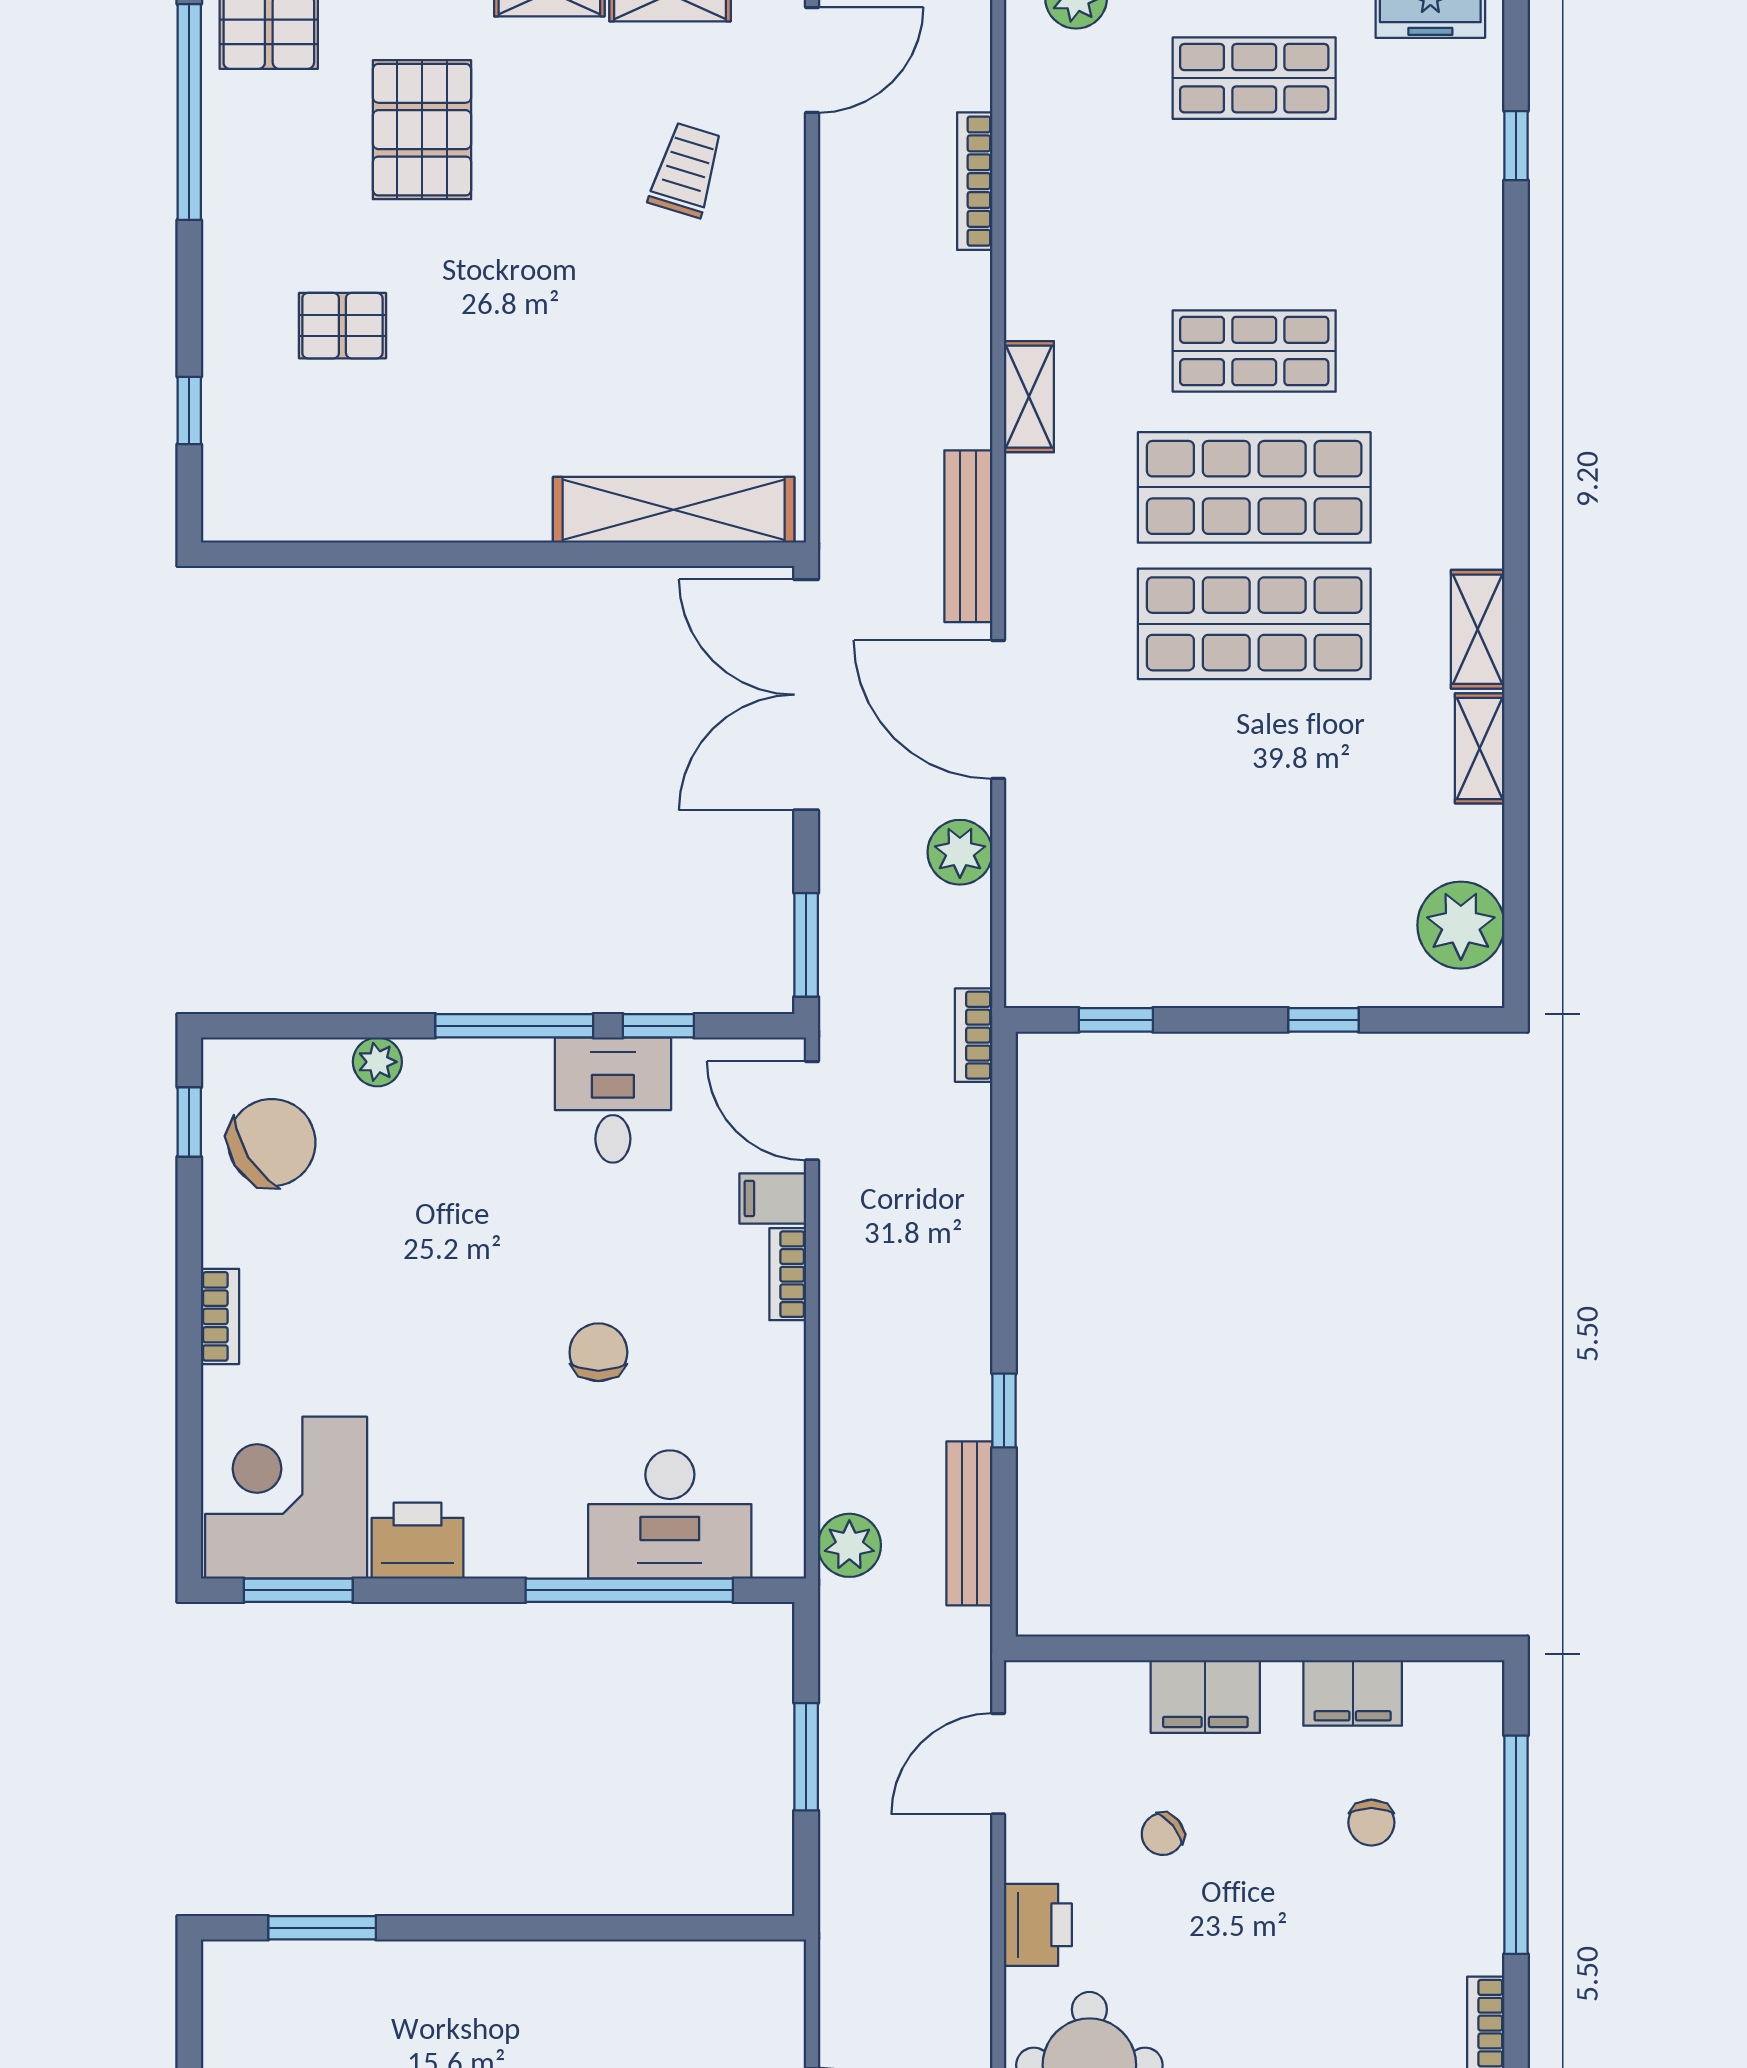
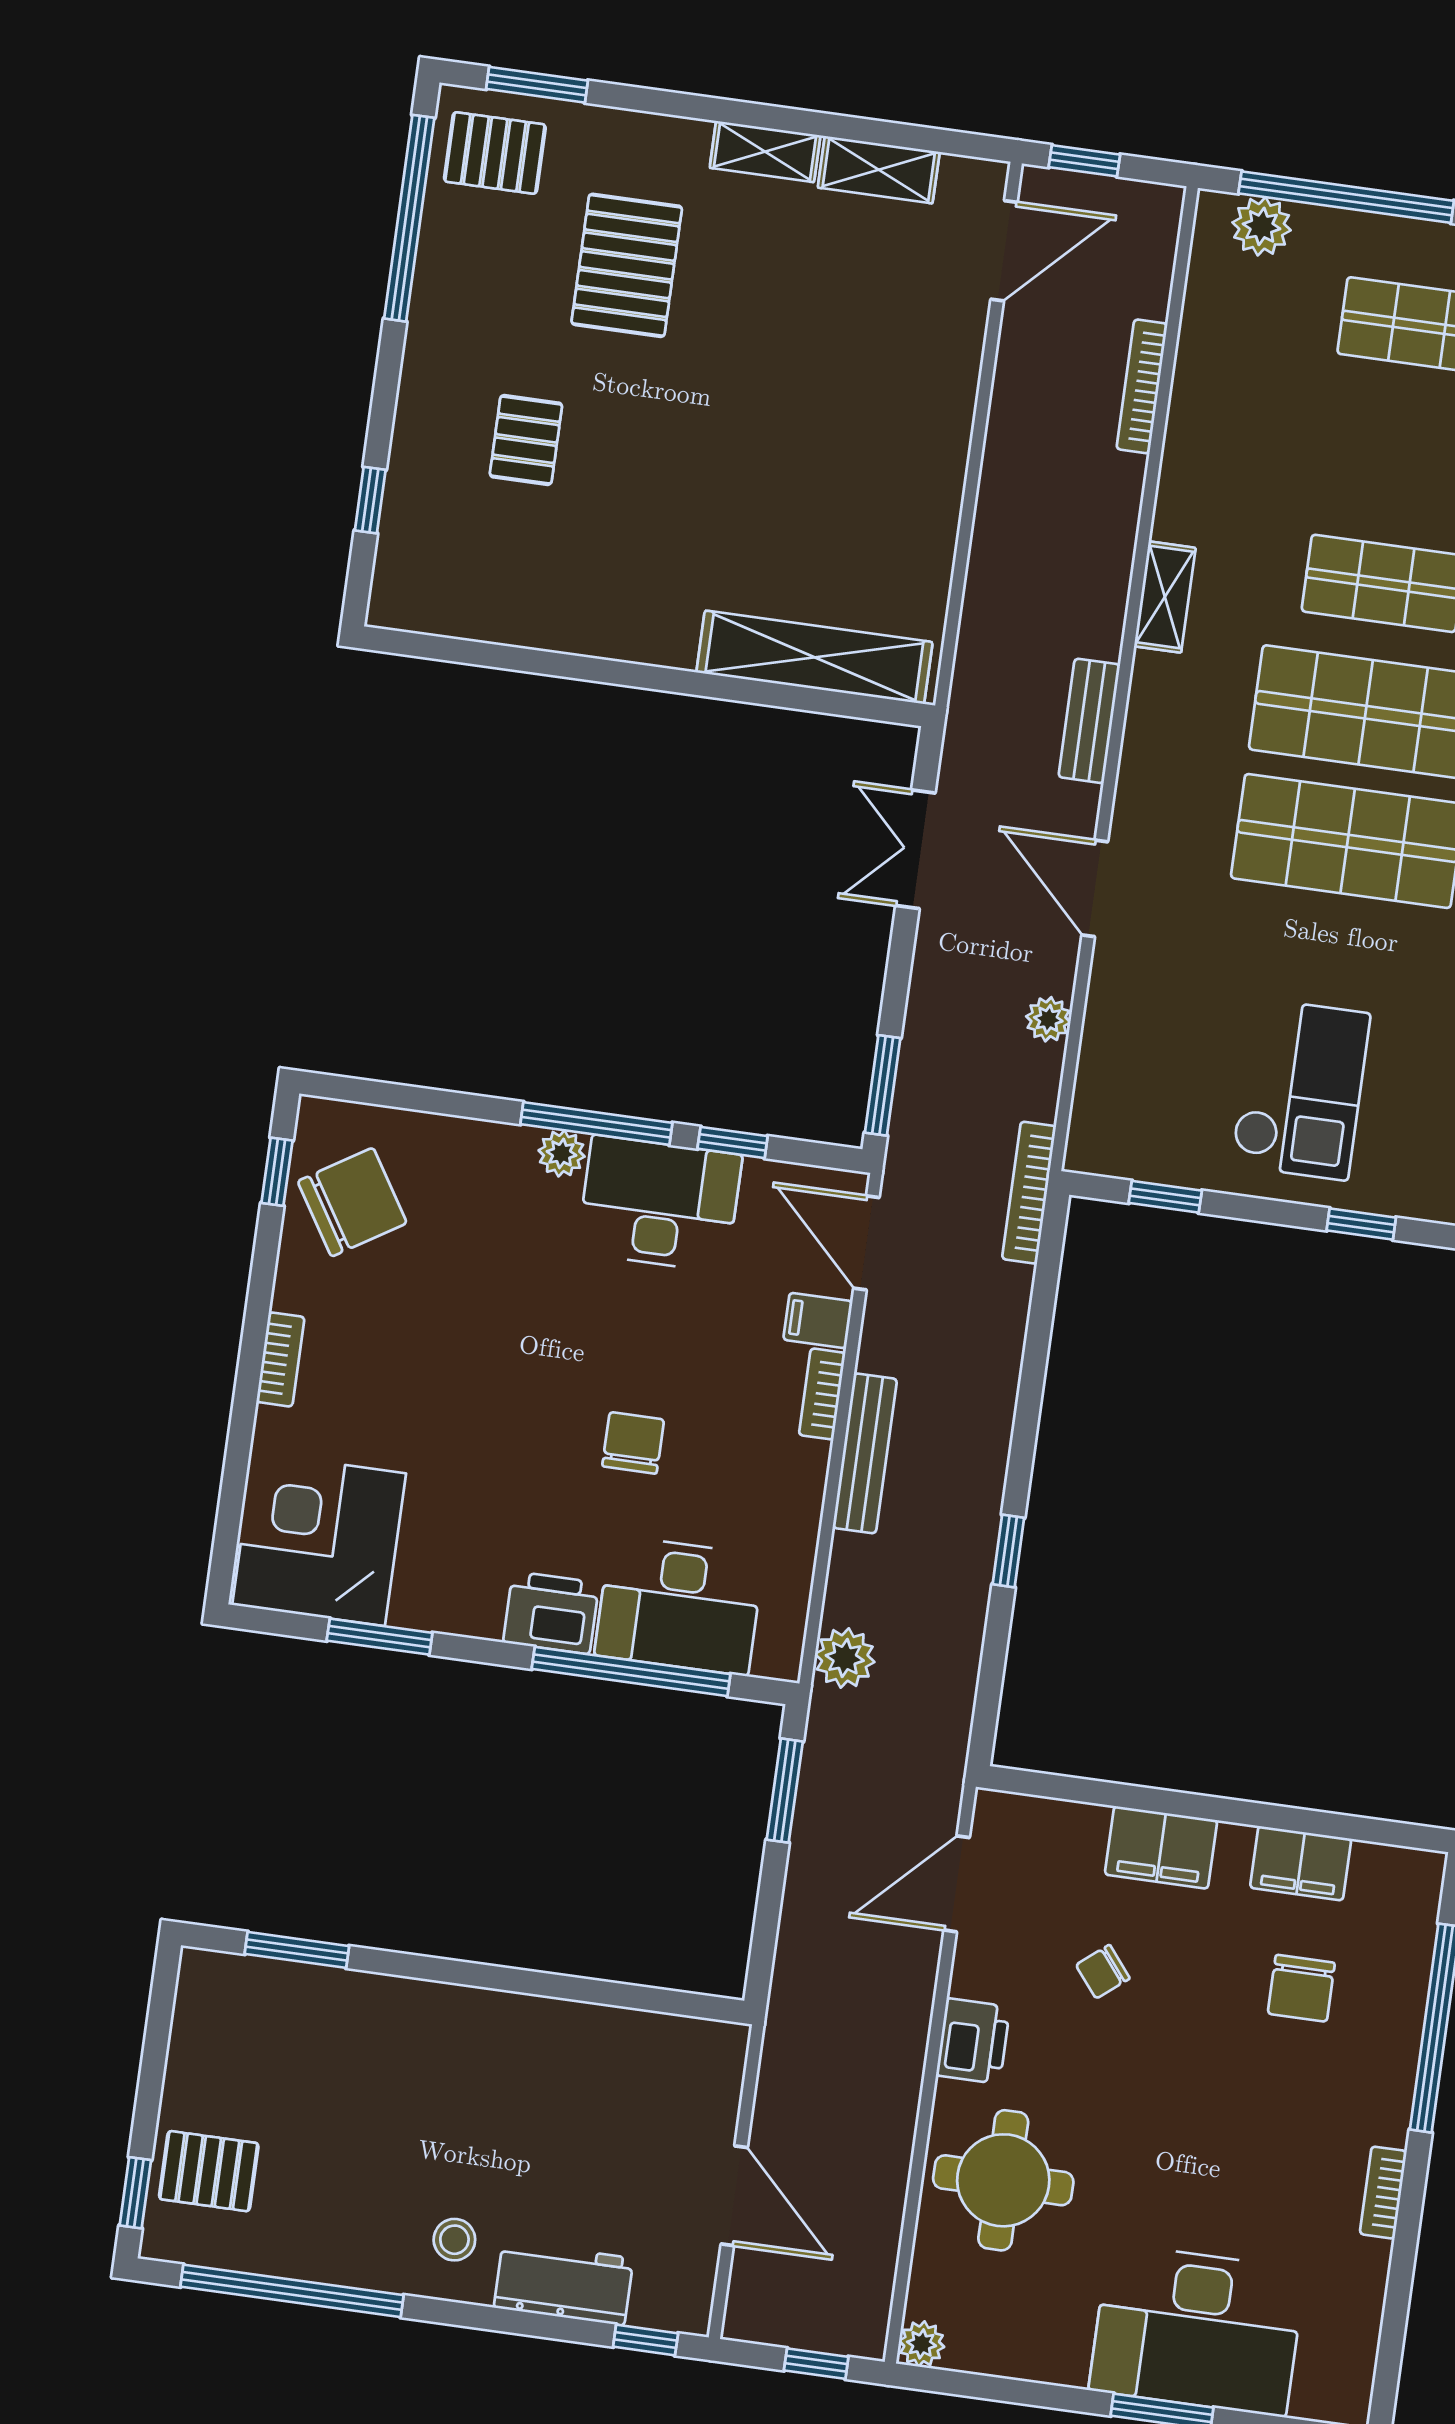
trolley: (686, 170) -> (871, 338), removed
pallet: (342, 326) -> (526, 440), turned 90
bench: (968, 536) -> (1089, 721), width x0.73
double door: (806, 695) -> (915, 849), width x0.54
door: (998, 710) -> (1095, 888), width x0.73
plant: (960, 852) -> (1048, 1019), width x0.73, depth x0.73
checkout: (1241, 889) -> (1300, 1089), added
bookcase: (974, 1035) -> (1029, 1193), width x1.56
plant: (377, 1062) -> (562, 1153), moved
desk: (613, 1100) -> (659, 1204), width x1.37
bench: (969, 1523) -> (865, 1453), moved
printer: (418, 1541) -> (551, 1613), moved
window: (298, 1590) -> (380, 1637), moved
window: (806, 1757) -> (785, 1791), moved
chair: (1371, 1823) -> (1301, 1988), width x1.37, depth x1.37

